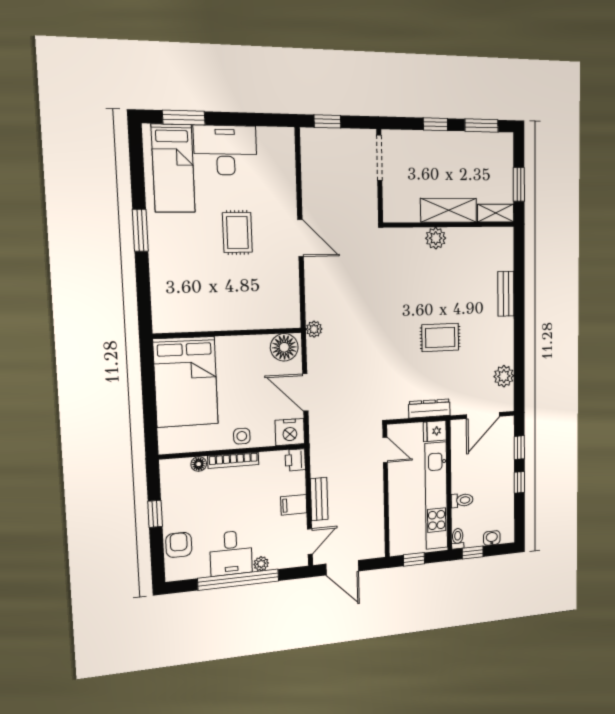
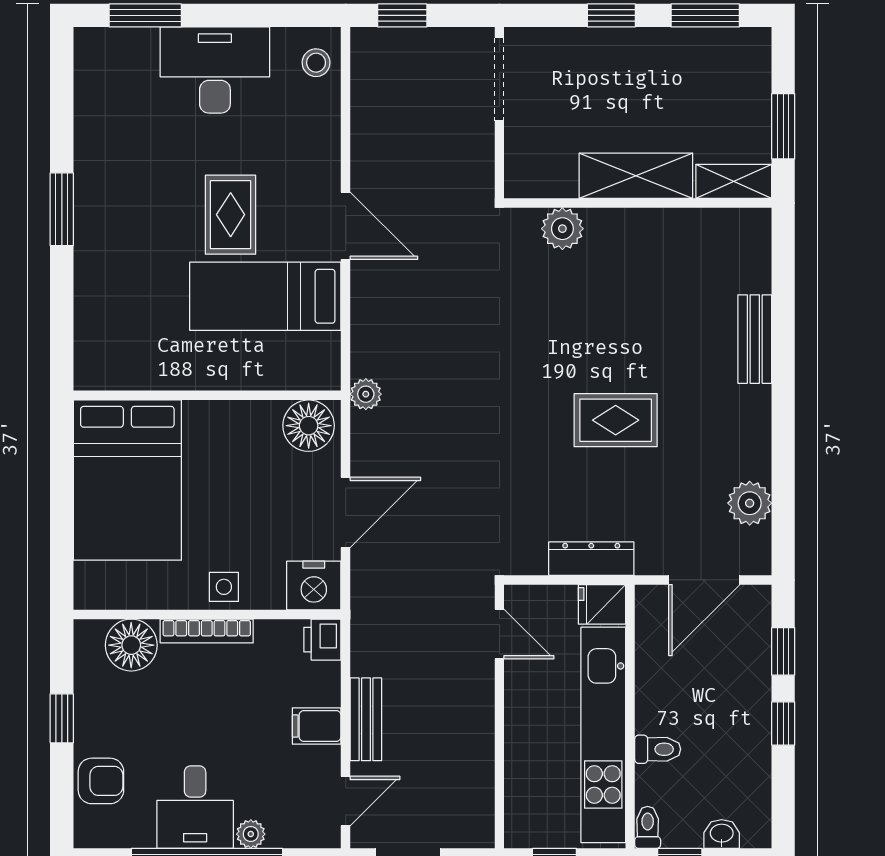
stool: (282, 147) -> (316, 63), added
bed: (173, 168) -> (265, 296), moved, turned 90
plant: (436, 238) -> (562, 229), moved
door: (305, 392) -> (346, 512), swing flipped
floor lamp: (199, 464) -> (131, 645), width x1.89, depth x1.89
armchair: (179, 545) -> (101, 781), turned 90

